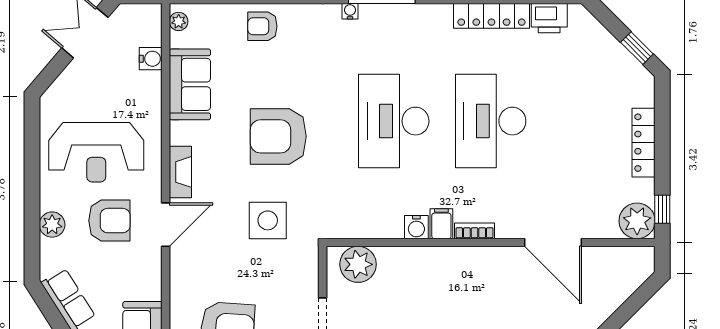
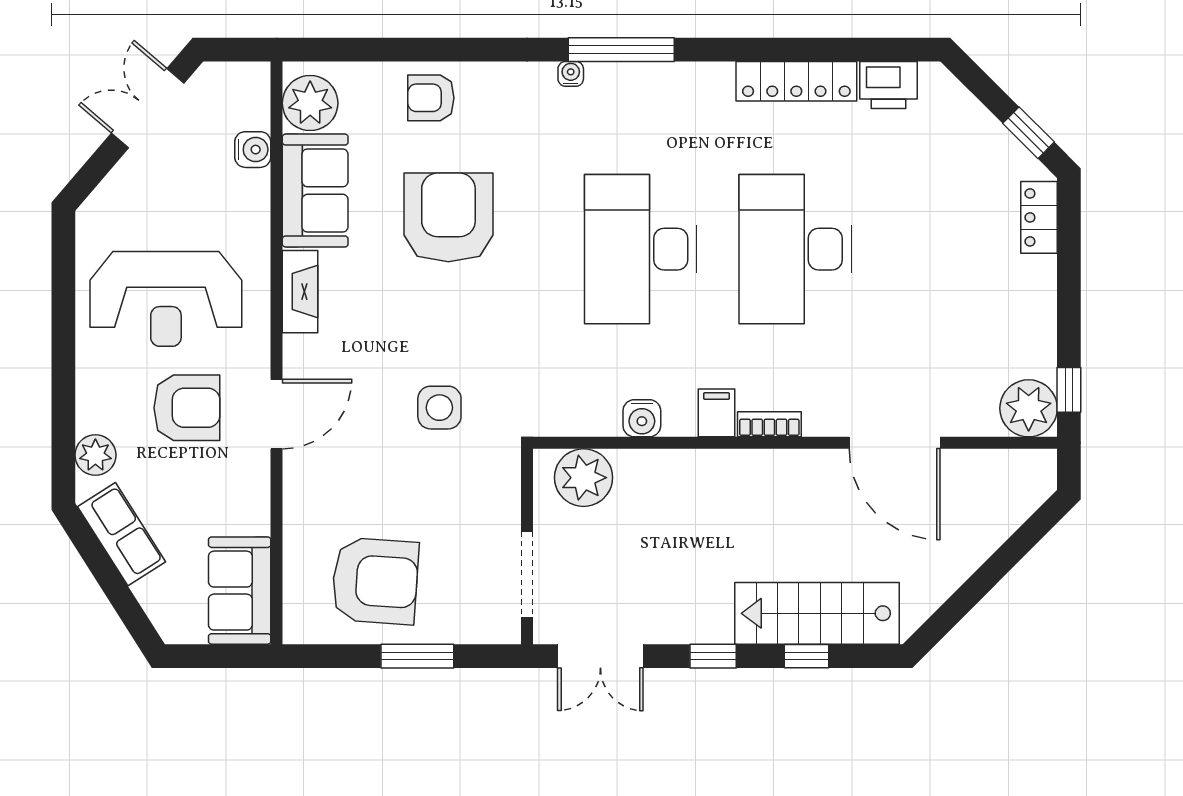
plant: (179, 21) -> (310, 103), width x1.88, depth x1.88
armchair: (278, 136) -> (448, 217), moved, turned 90
locker: (644, 143) -> (1039, 217), moved, width x0.66
fireplace: (180, 172) -> (300, 292), moved
side table: (268, 220) -> (439, 408), width x0.73, depth x0.73
plant: (52, 225) -> (95, 455), moved
water cooler: (416, 227) -> (642, 418), moved

